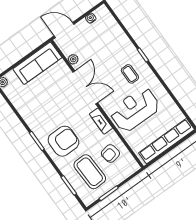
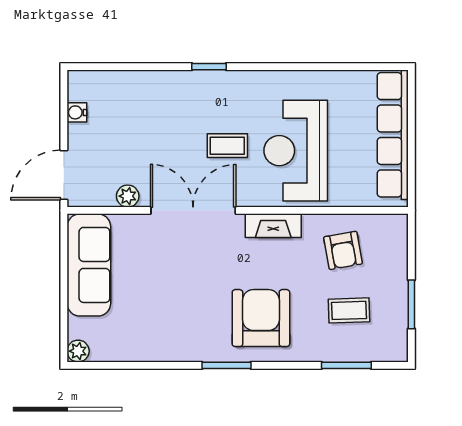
coffee table: (130, 74) -> (227, 146), moved
coffee table: (90, 172) -> (349, 310), width x0.54, depth x0.58

